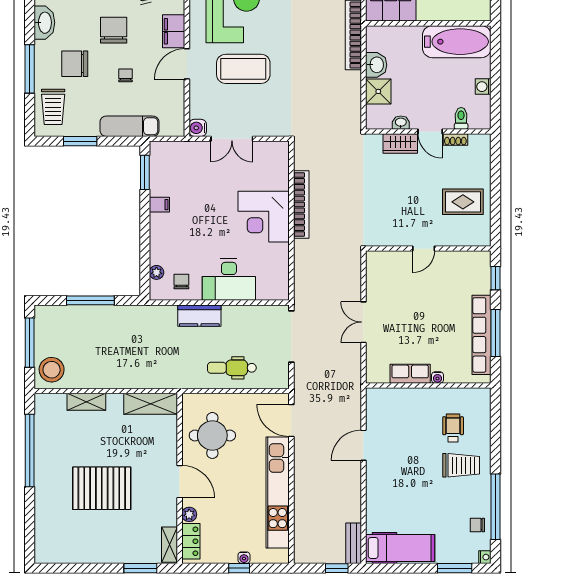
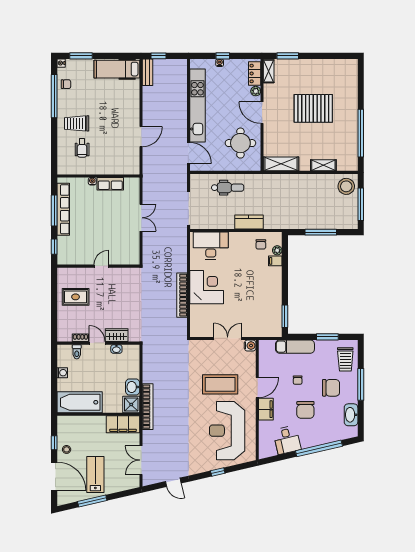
shower: (378, 91) -> (131, 405), moved
trolley: (53, 107) -> (345, 359), turned 180
filing cabinet: (159, 205) -> (275, 261), moved
desk: (229, 280) -> (211, 246), moved

